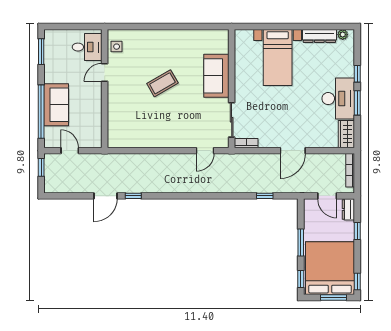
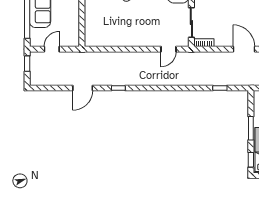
door: (70, 151) -> (52, 49), hinge flipped
door: (293, 151) -> (244, 49), swing flipped
window: (133, 196) -> (118, 88), moved

